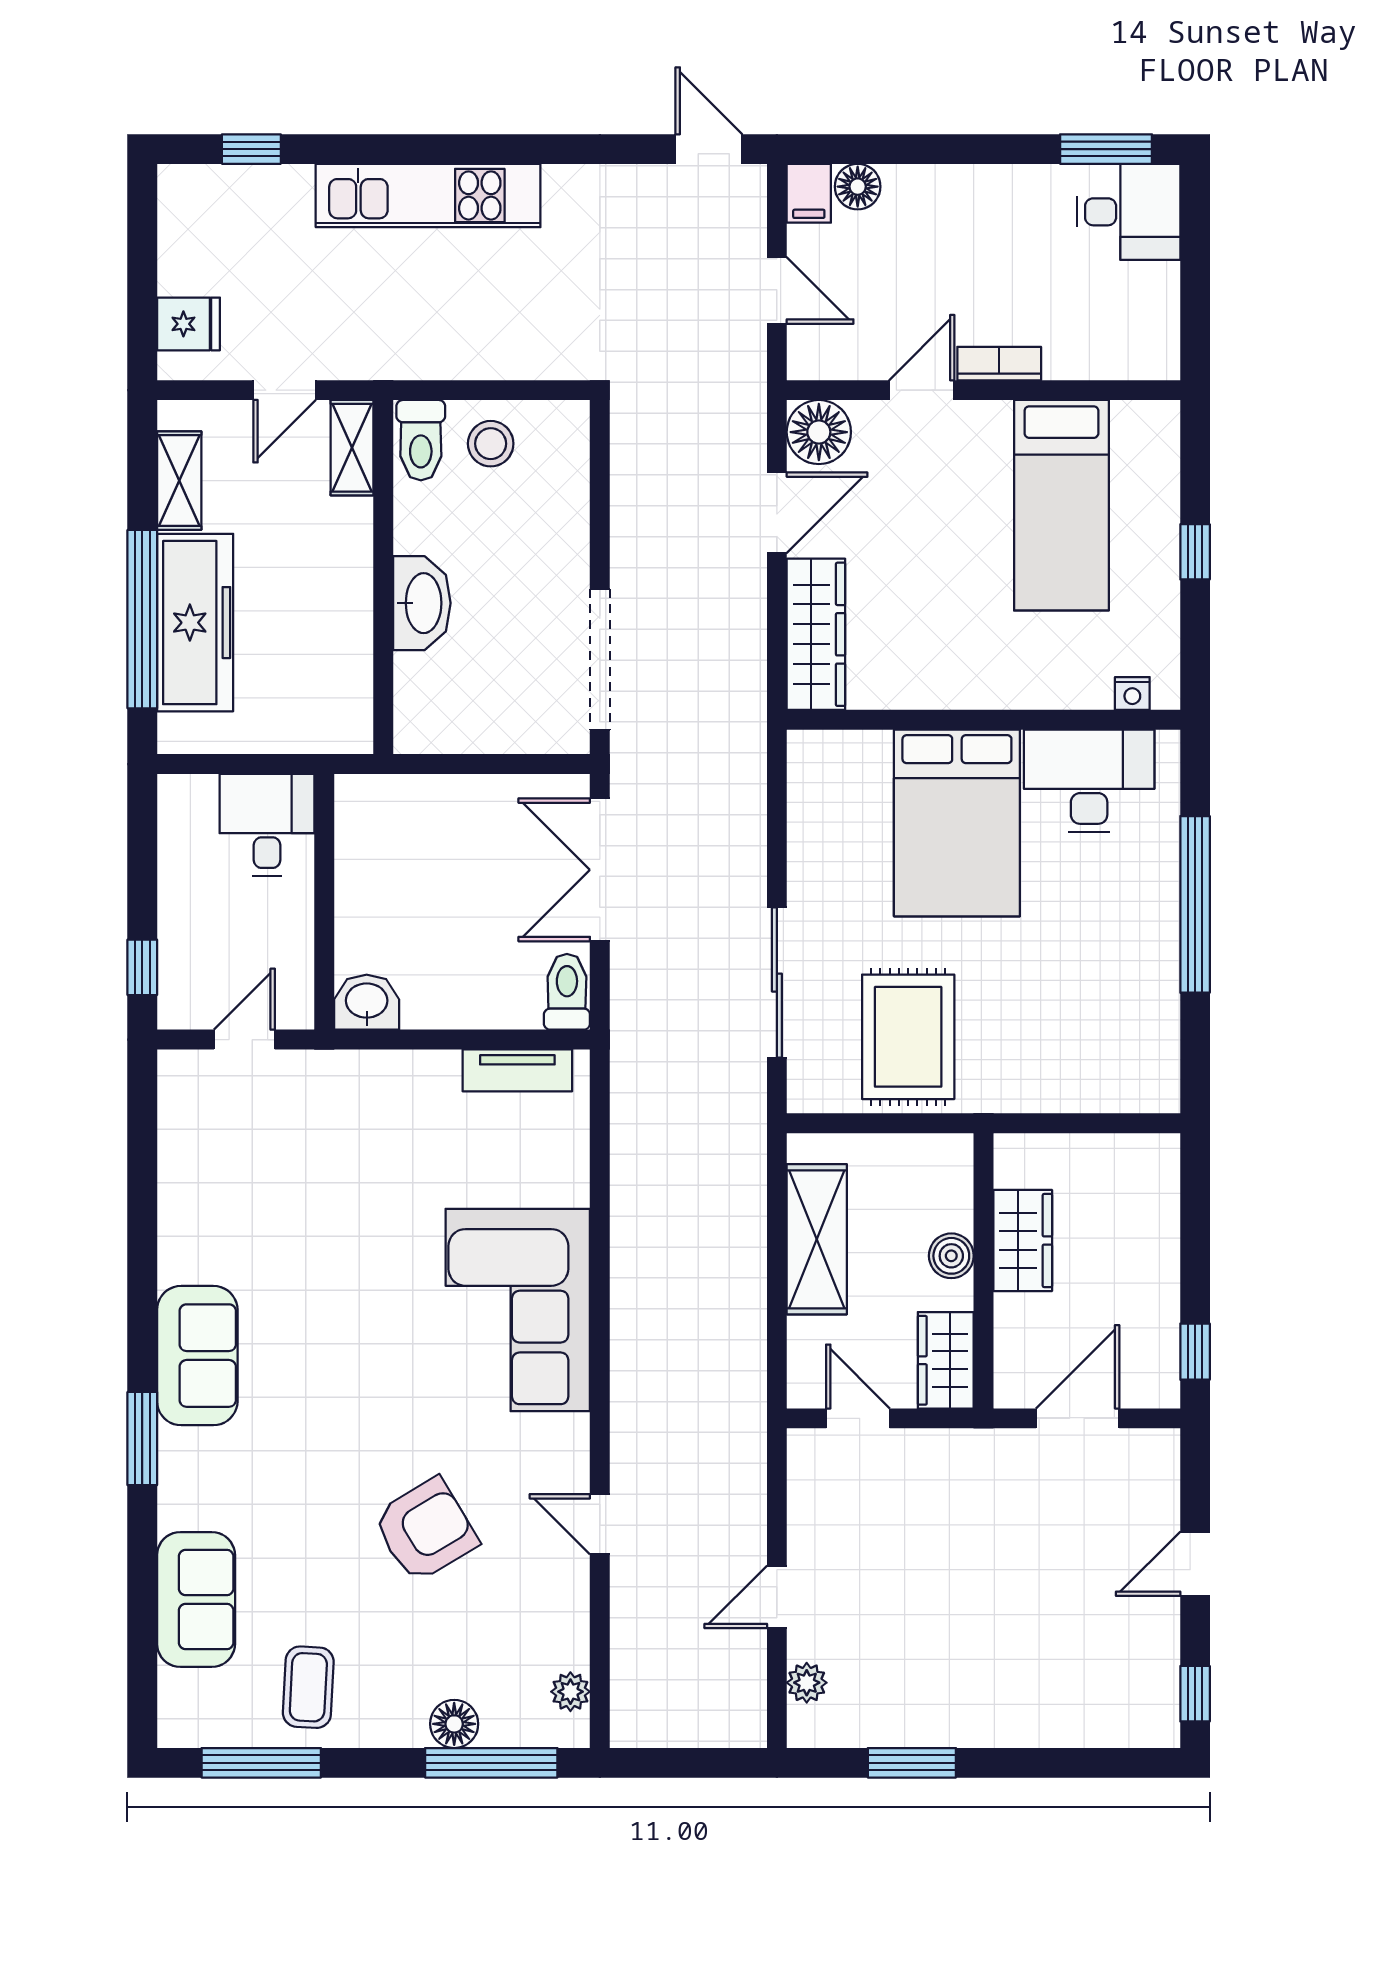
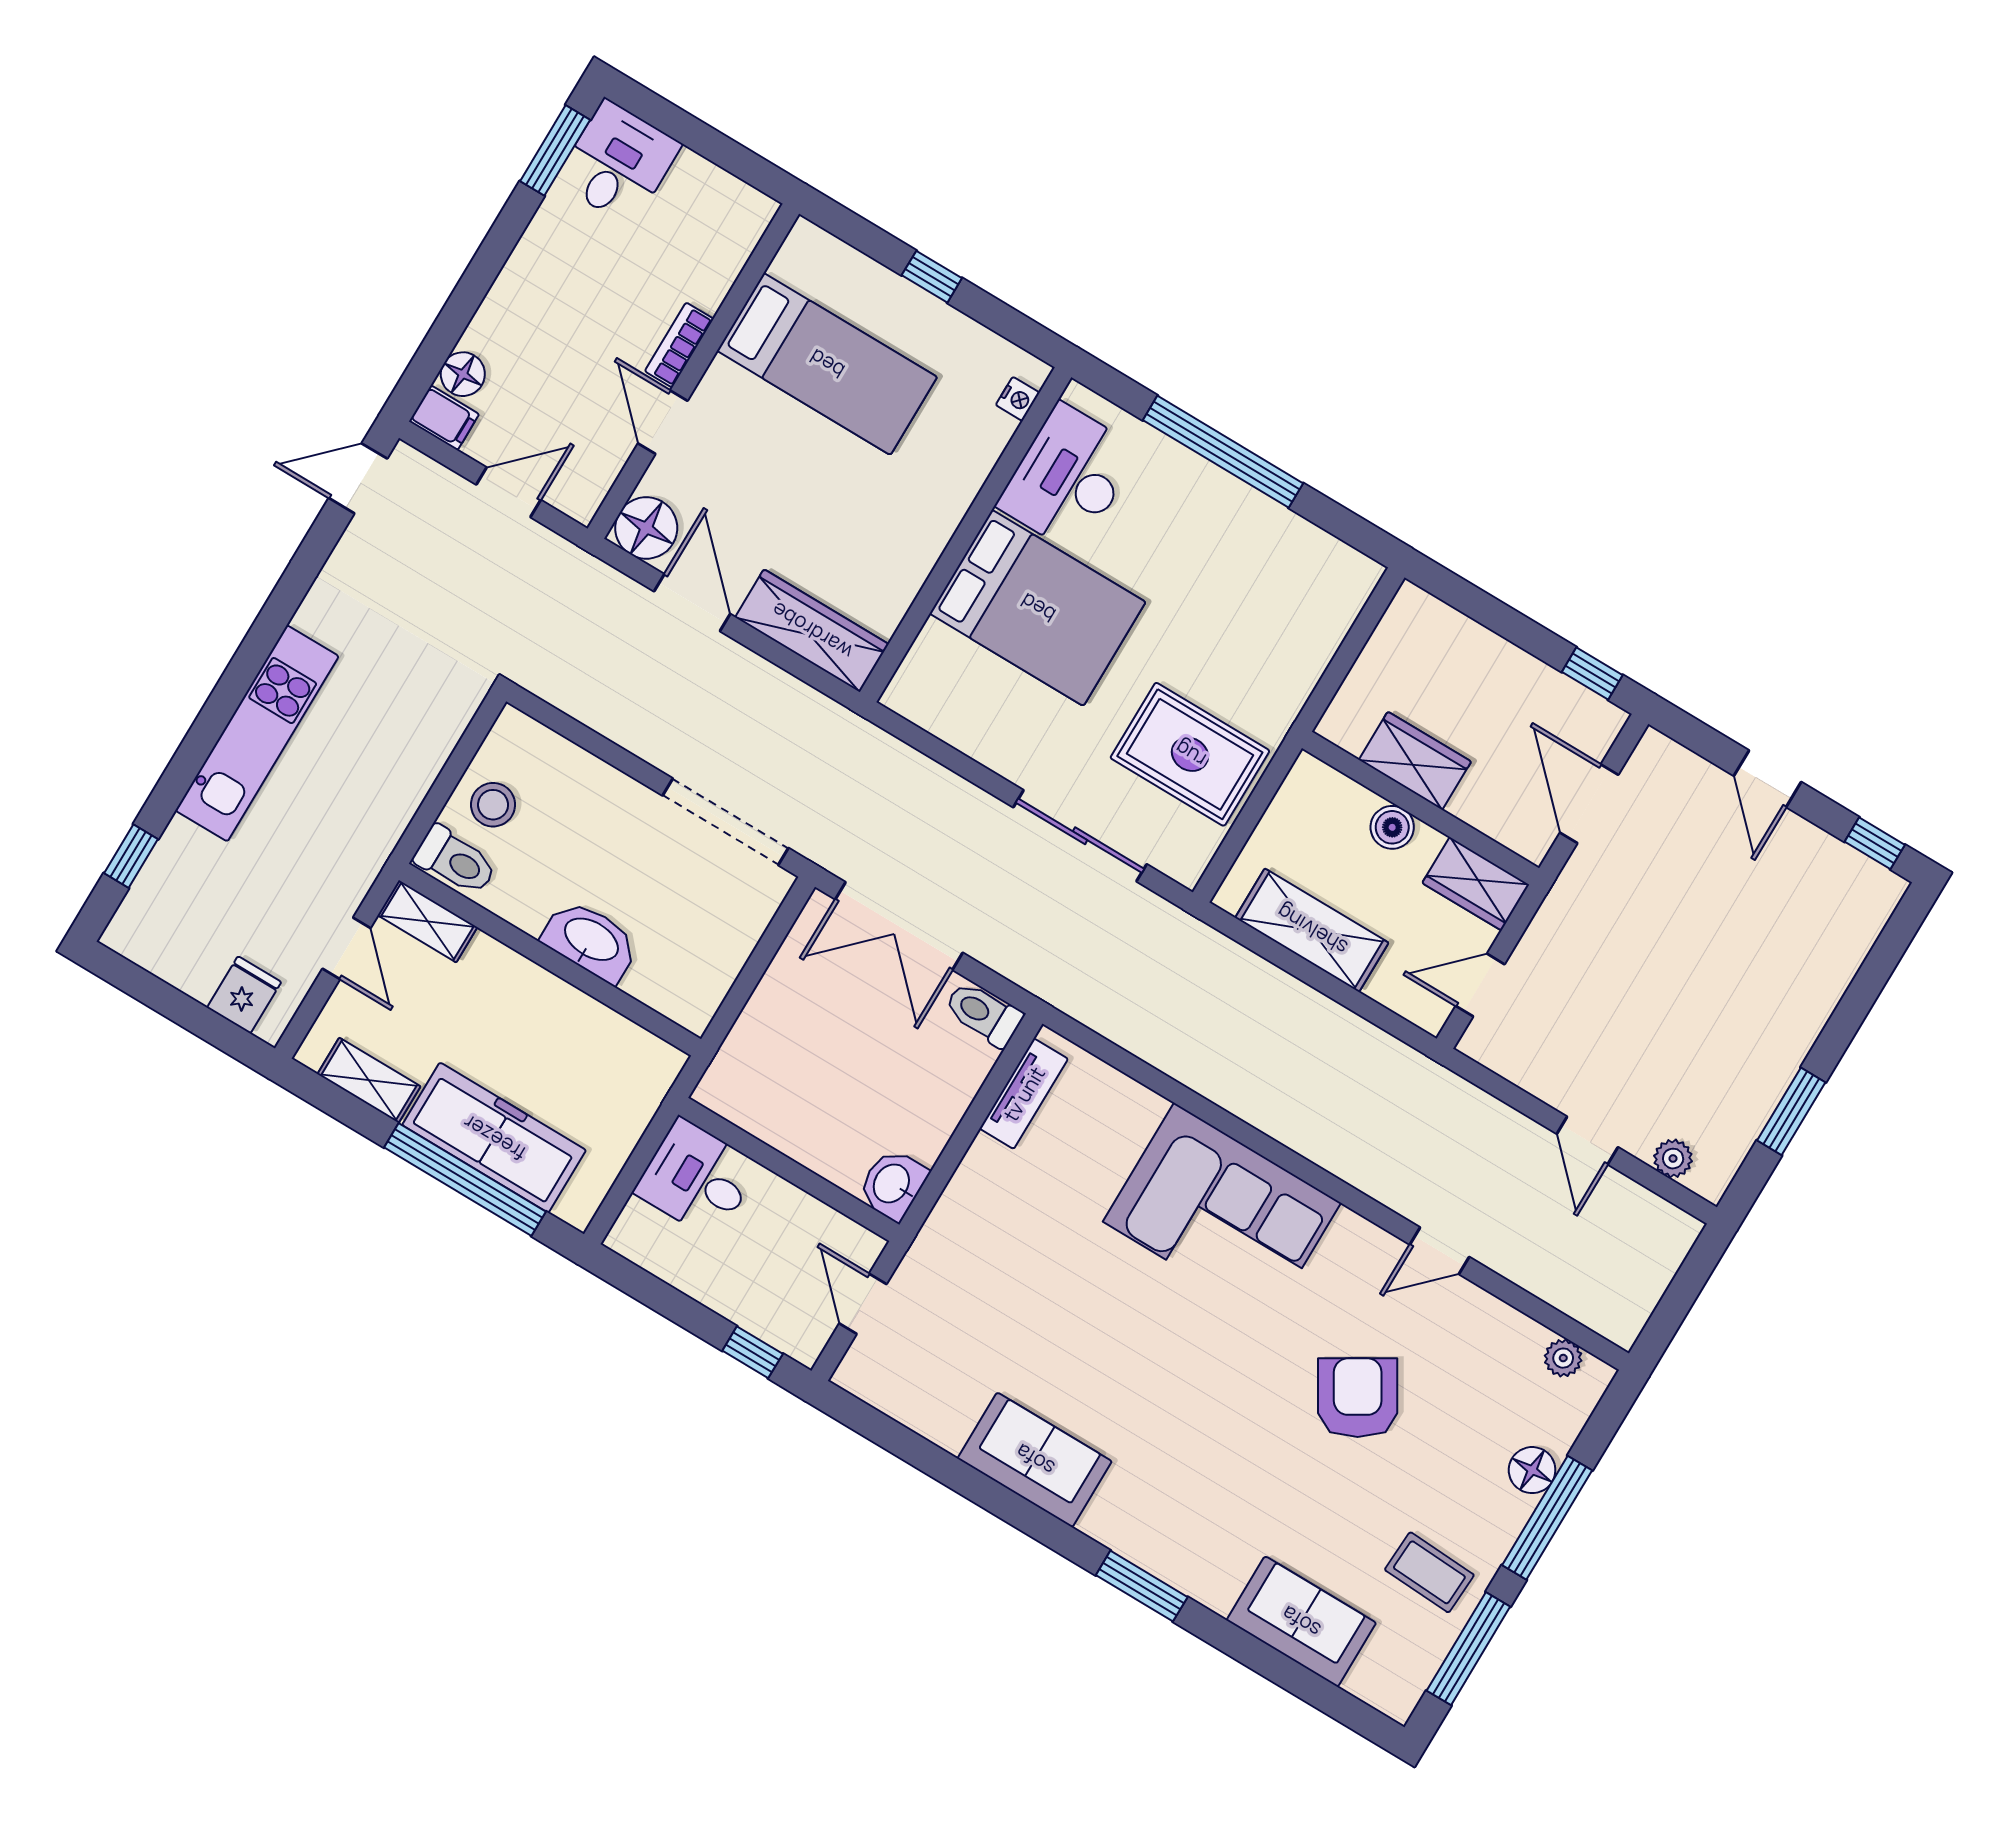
sofa: (197, 1356) -> (1035, 1460), moved
window: (491, 1763) -> (1547, 1518), moved

